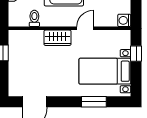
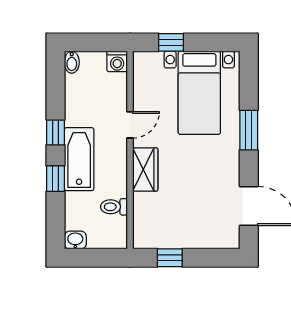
door: (85, 28) -> (130, 125), swing flipped
window: (94, 102) -> (249, 130), moved

